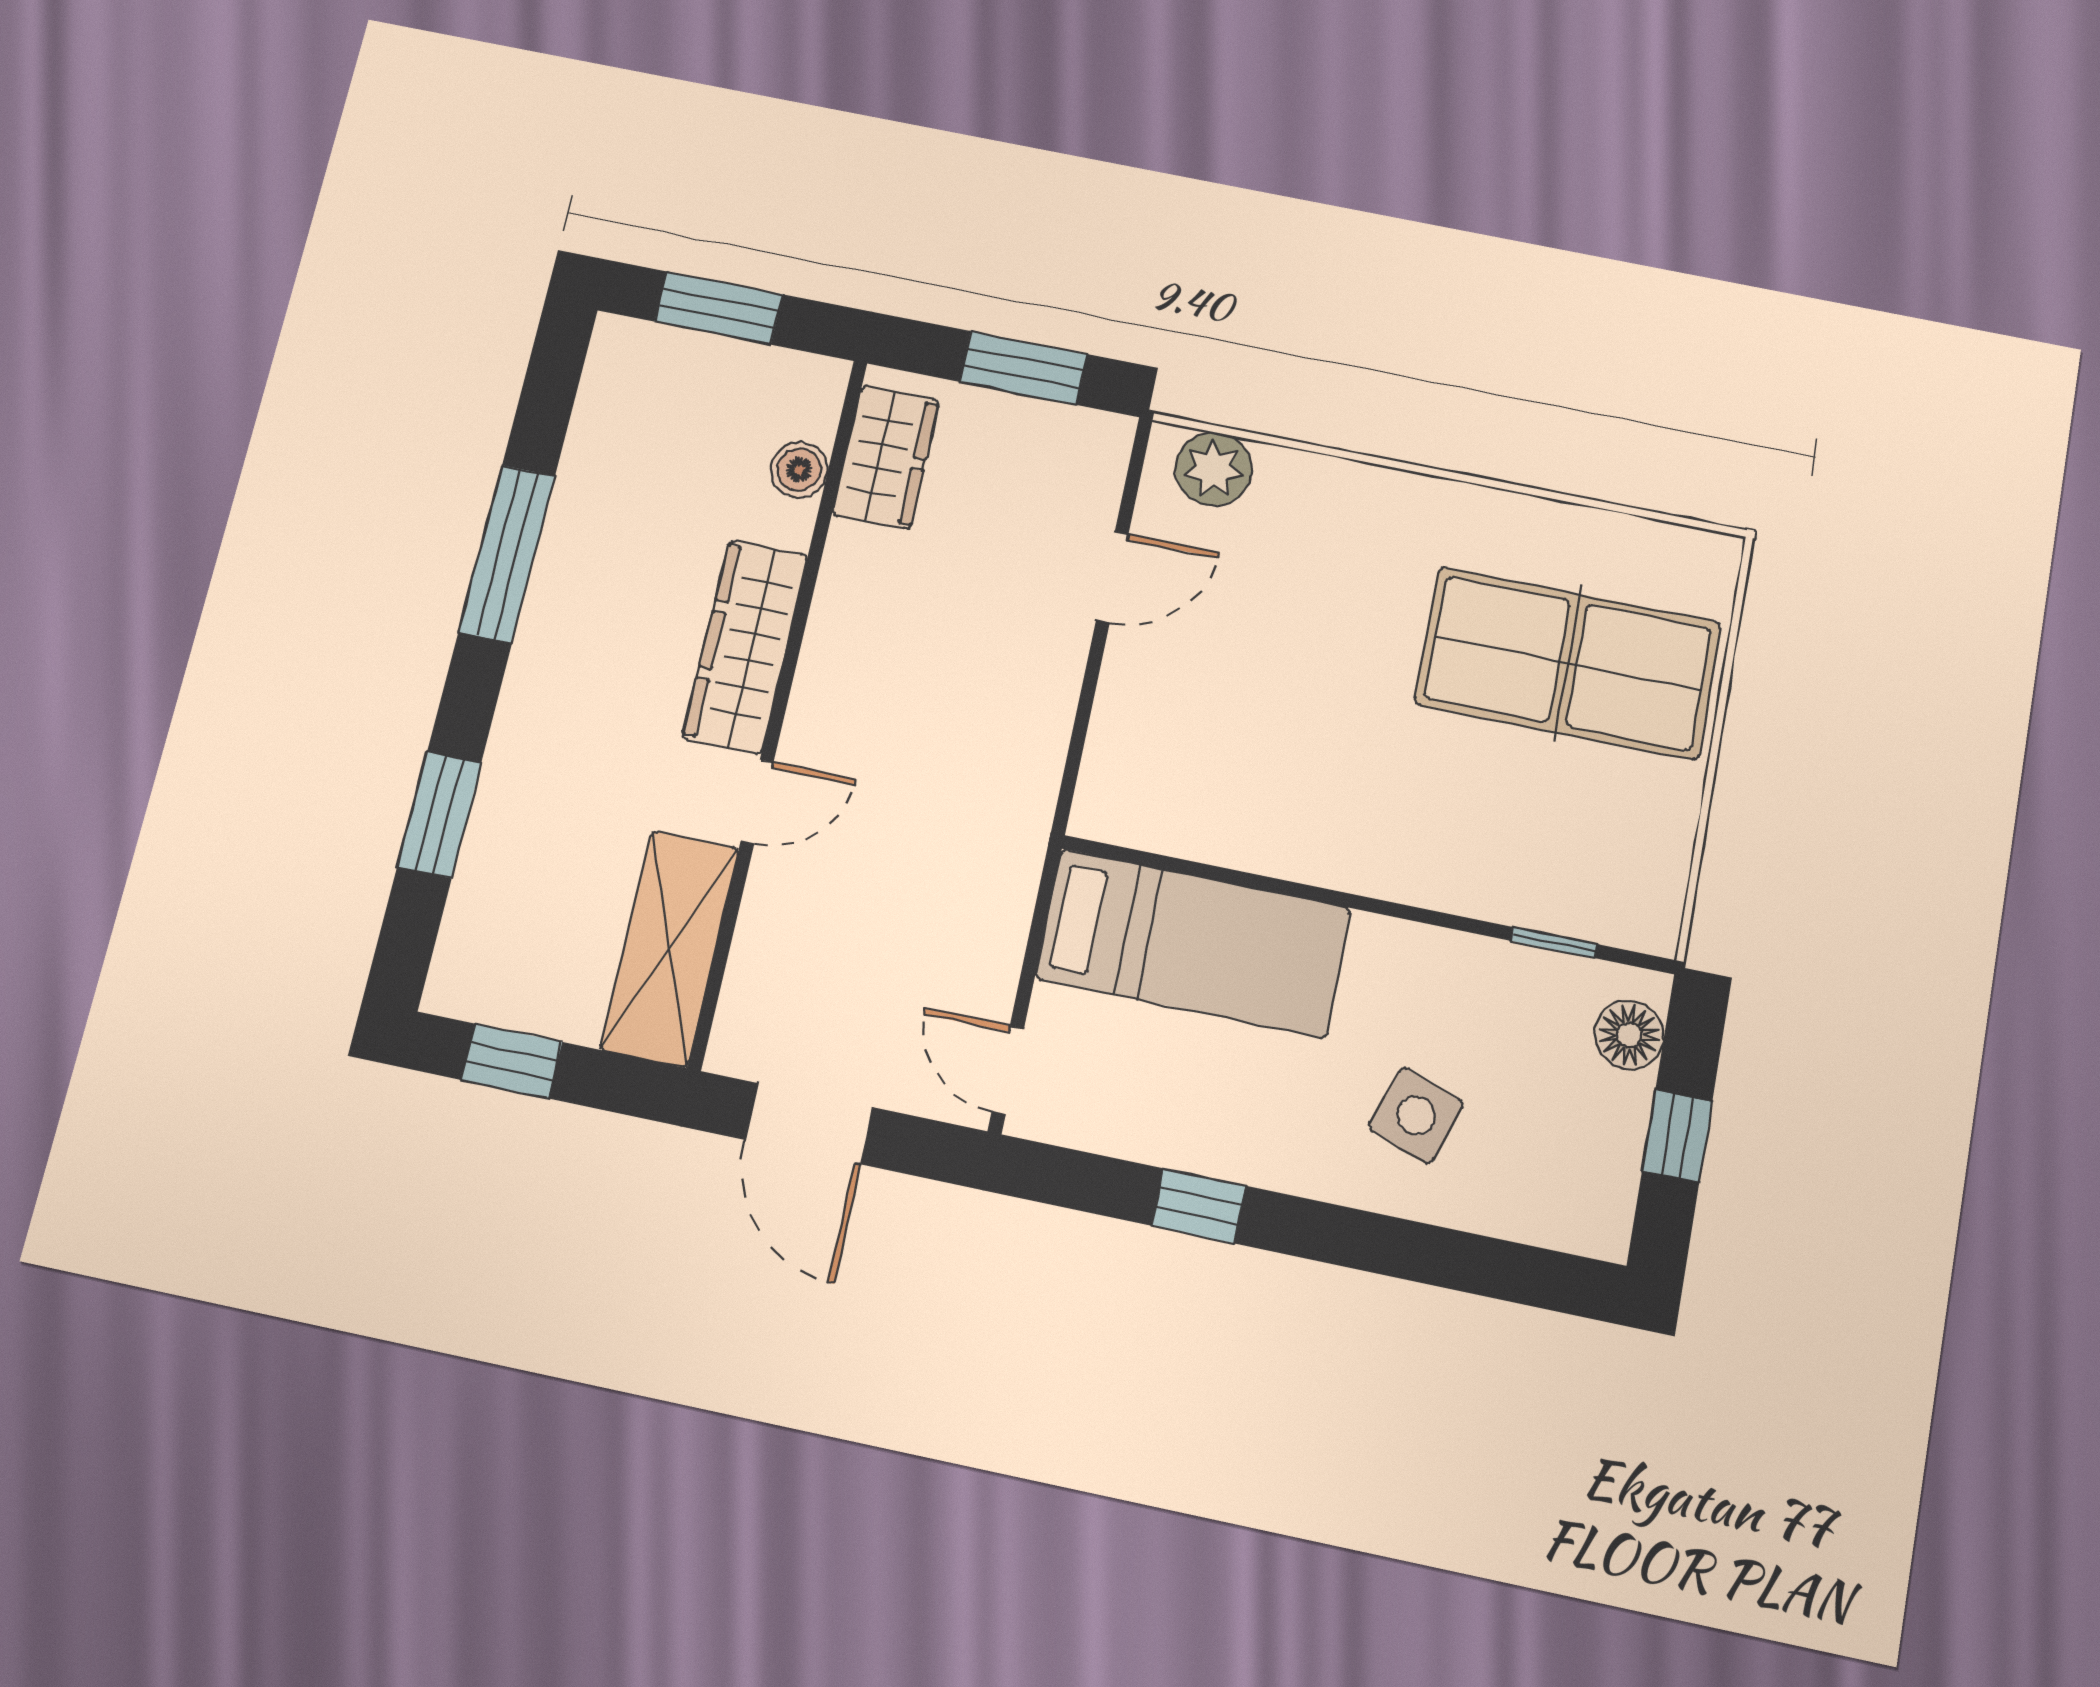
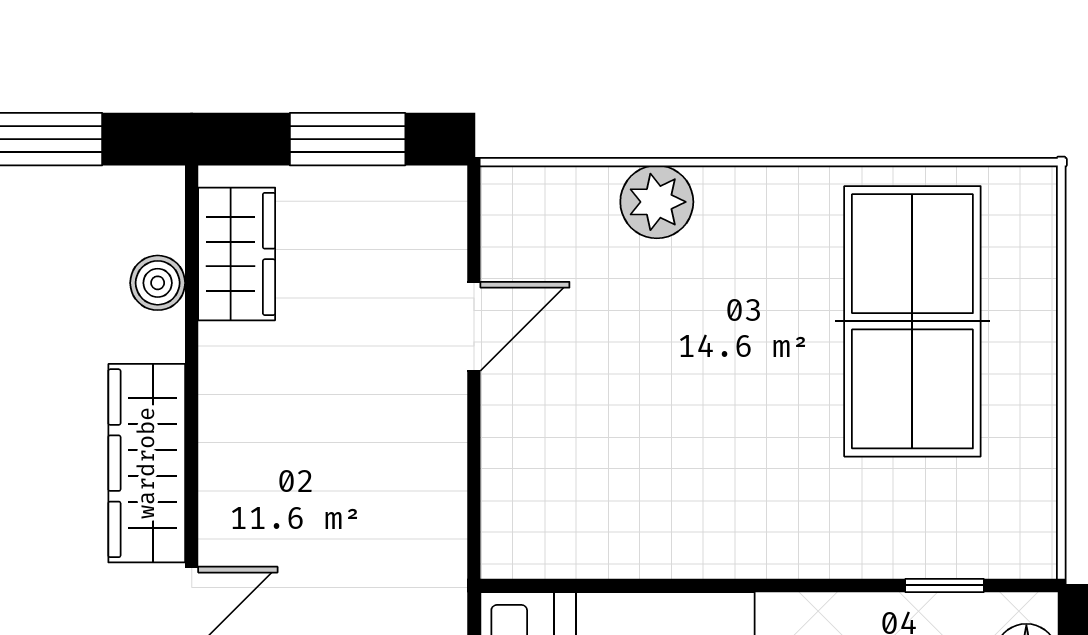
plant: (1213, 469) -> (657, 202), moved
table tennis table: (1568, 663) -> (912, 321), turned 90

